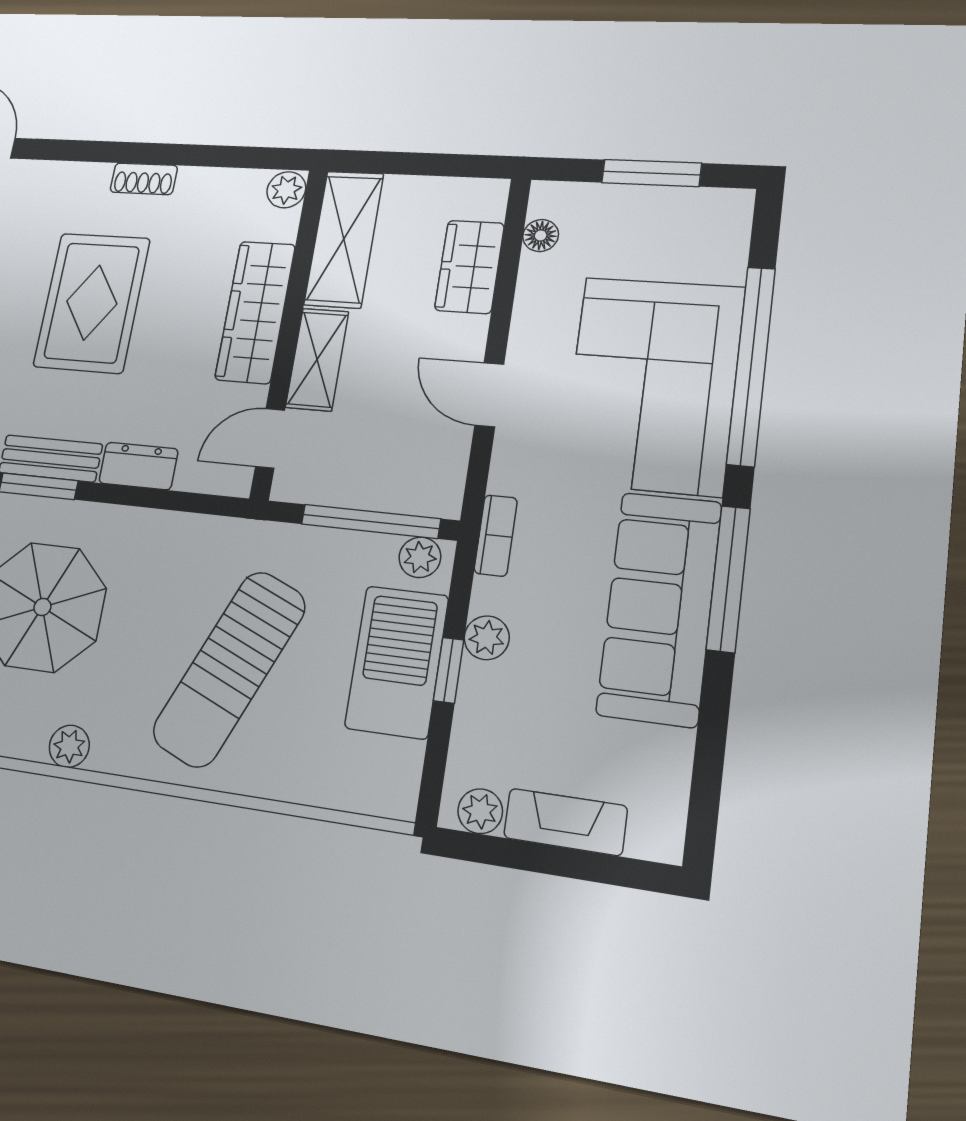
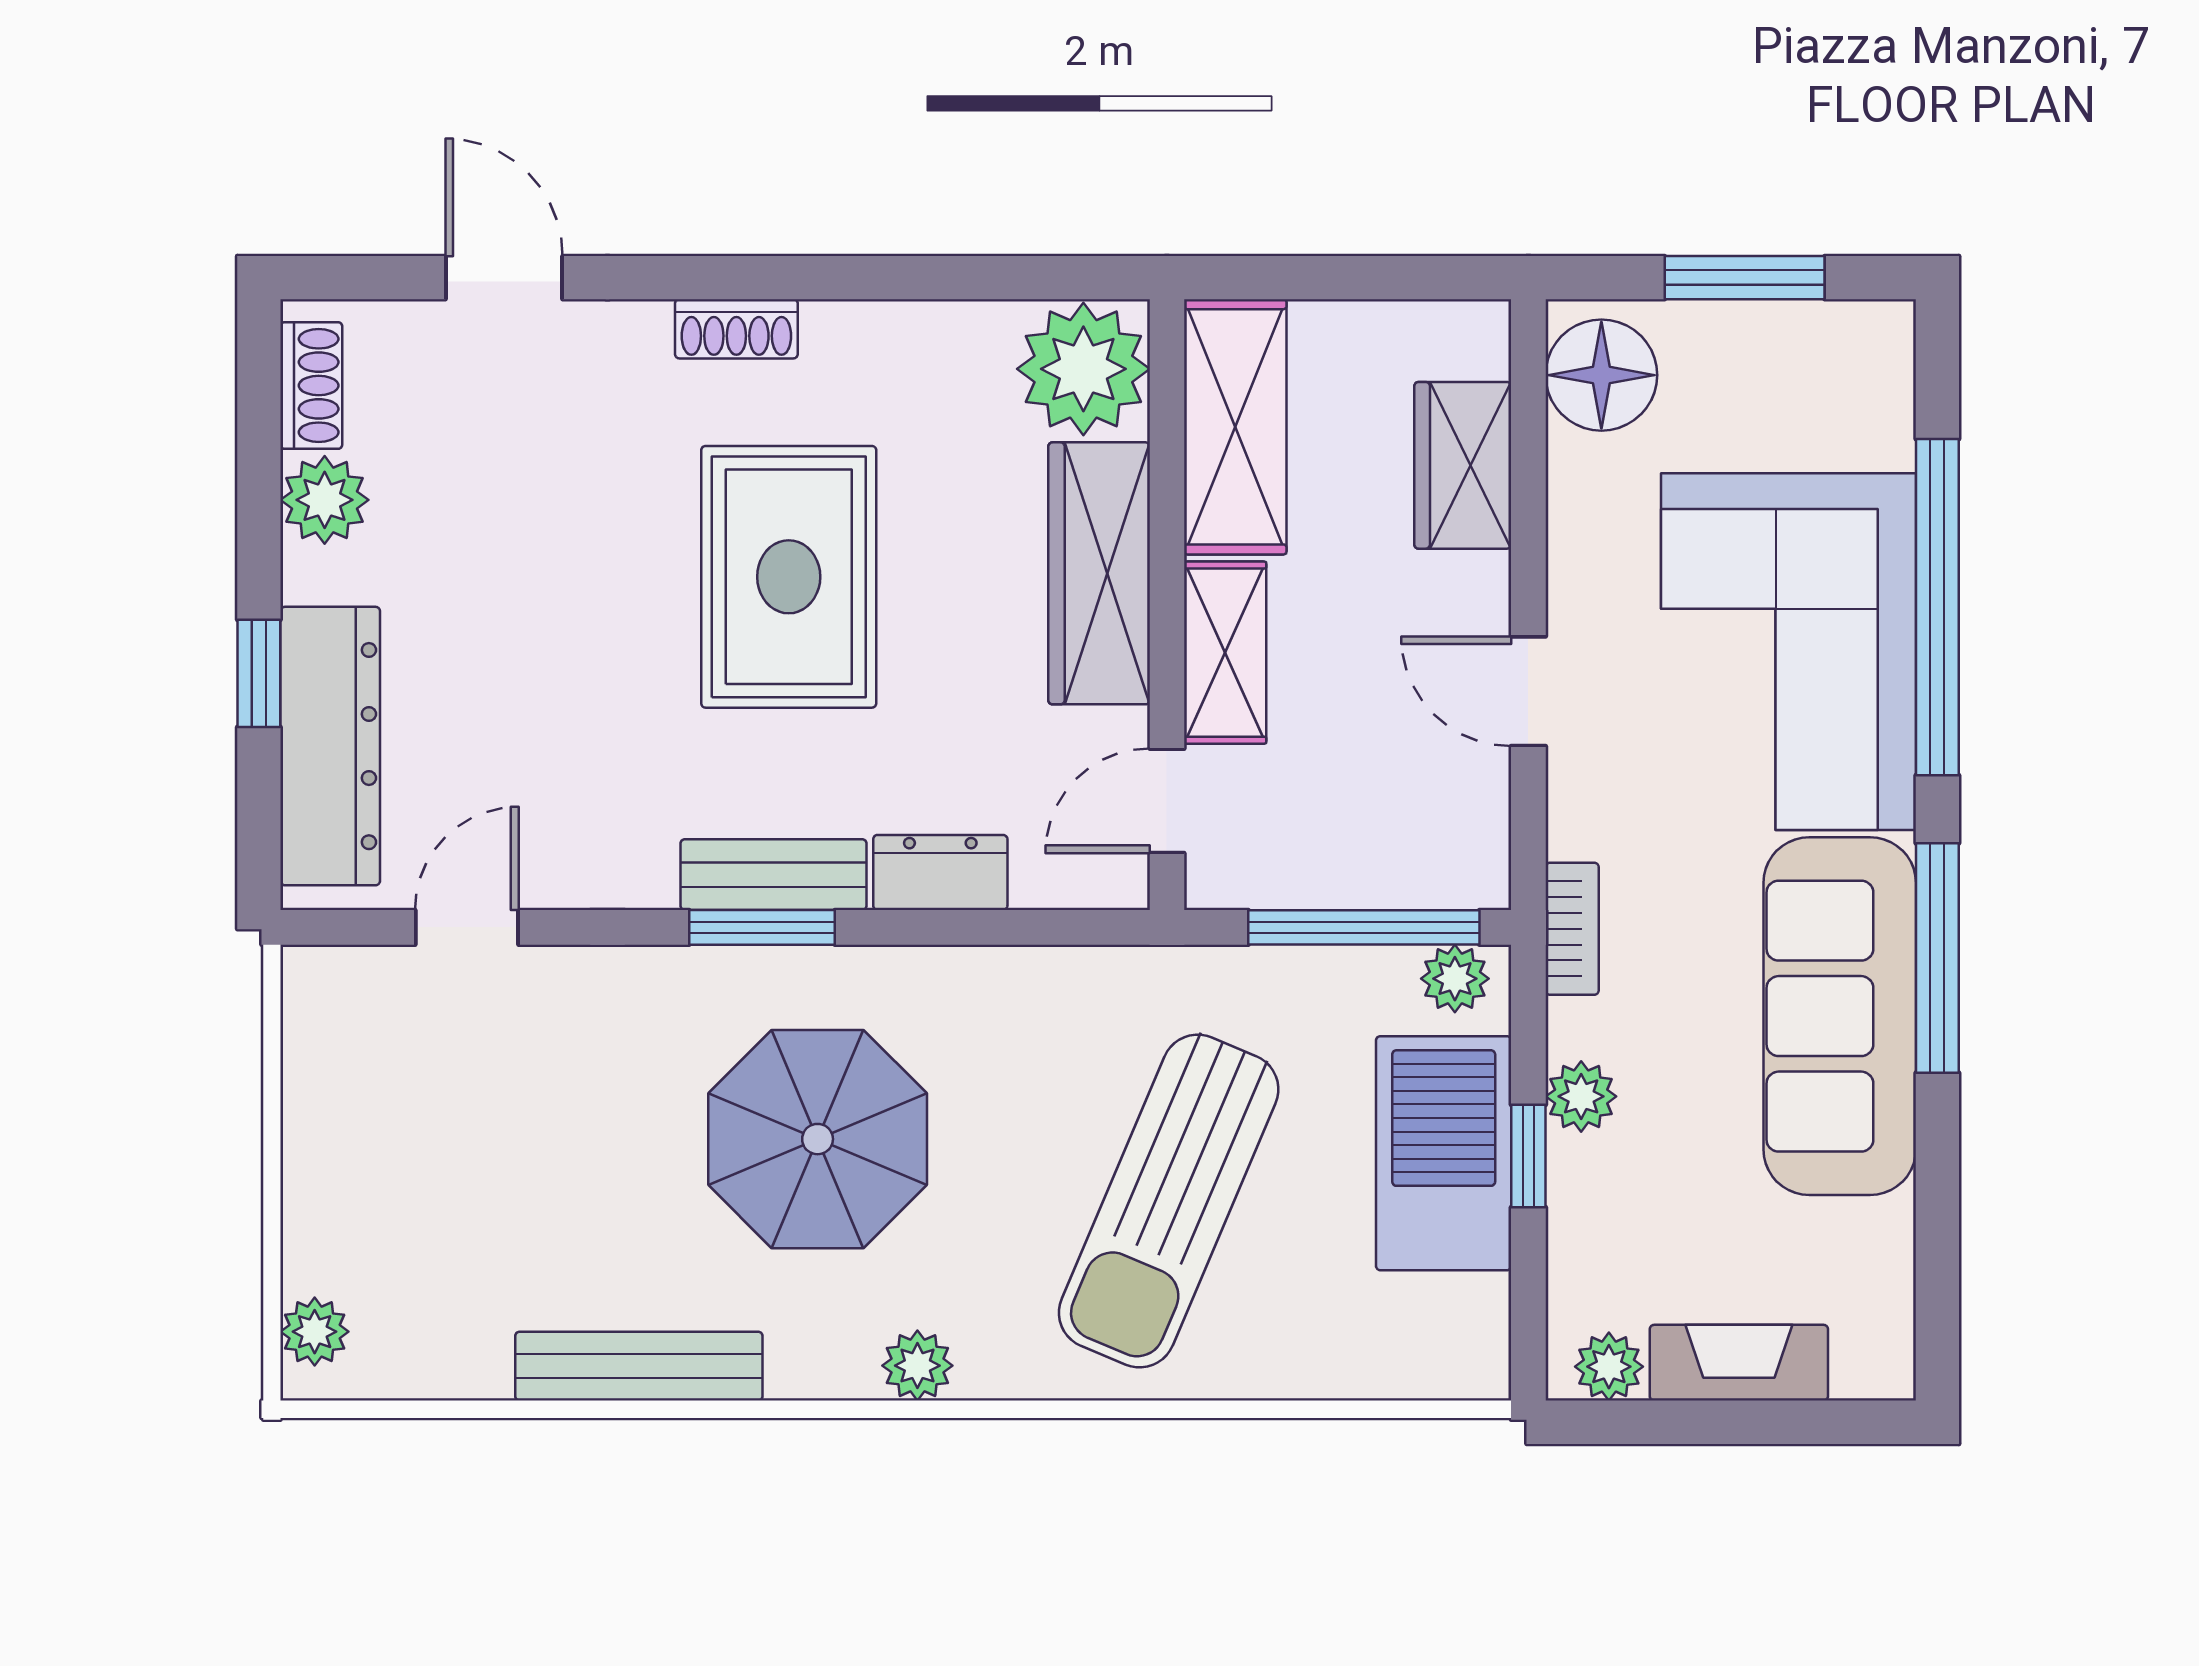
shoe rack: (144, 179) -> (736, 329), moved
plant: (286, 190) -> (1083, 369), width x1.88, depth x1.88
floor lamp: (541, 235) -> (1601, 375), width x1.89, depth x1.89

